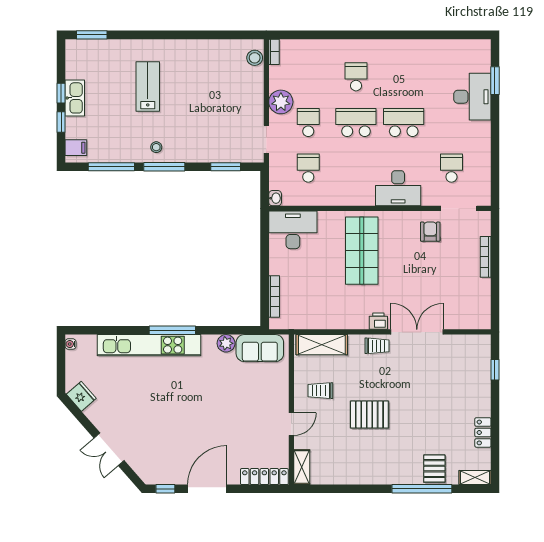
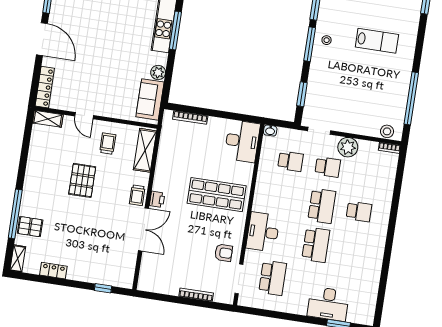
window: (211, 35) -> (411, 98), added
school desk: (451, 168) -> (273, 278), width x1.85

